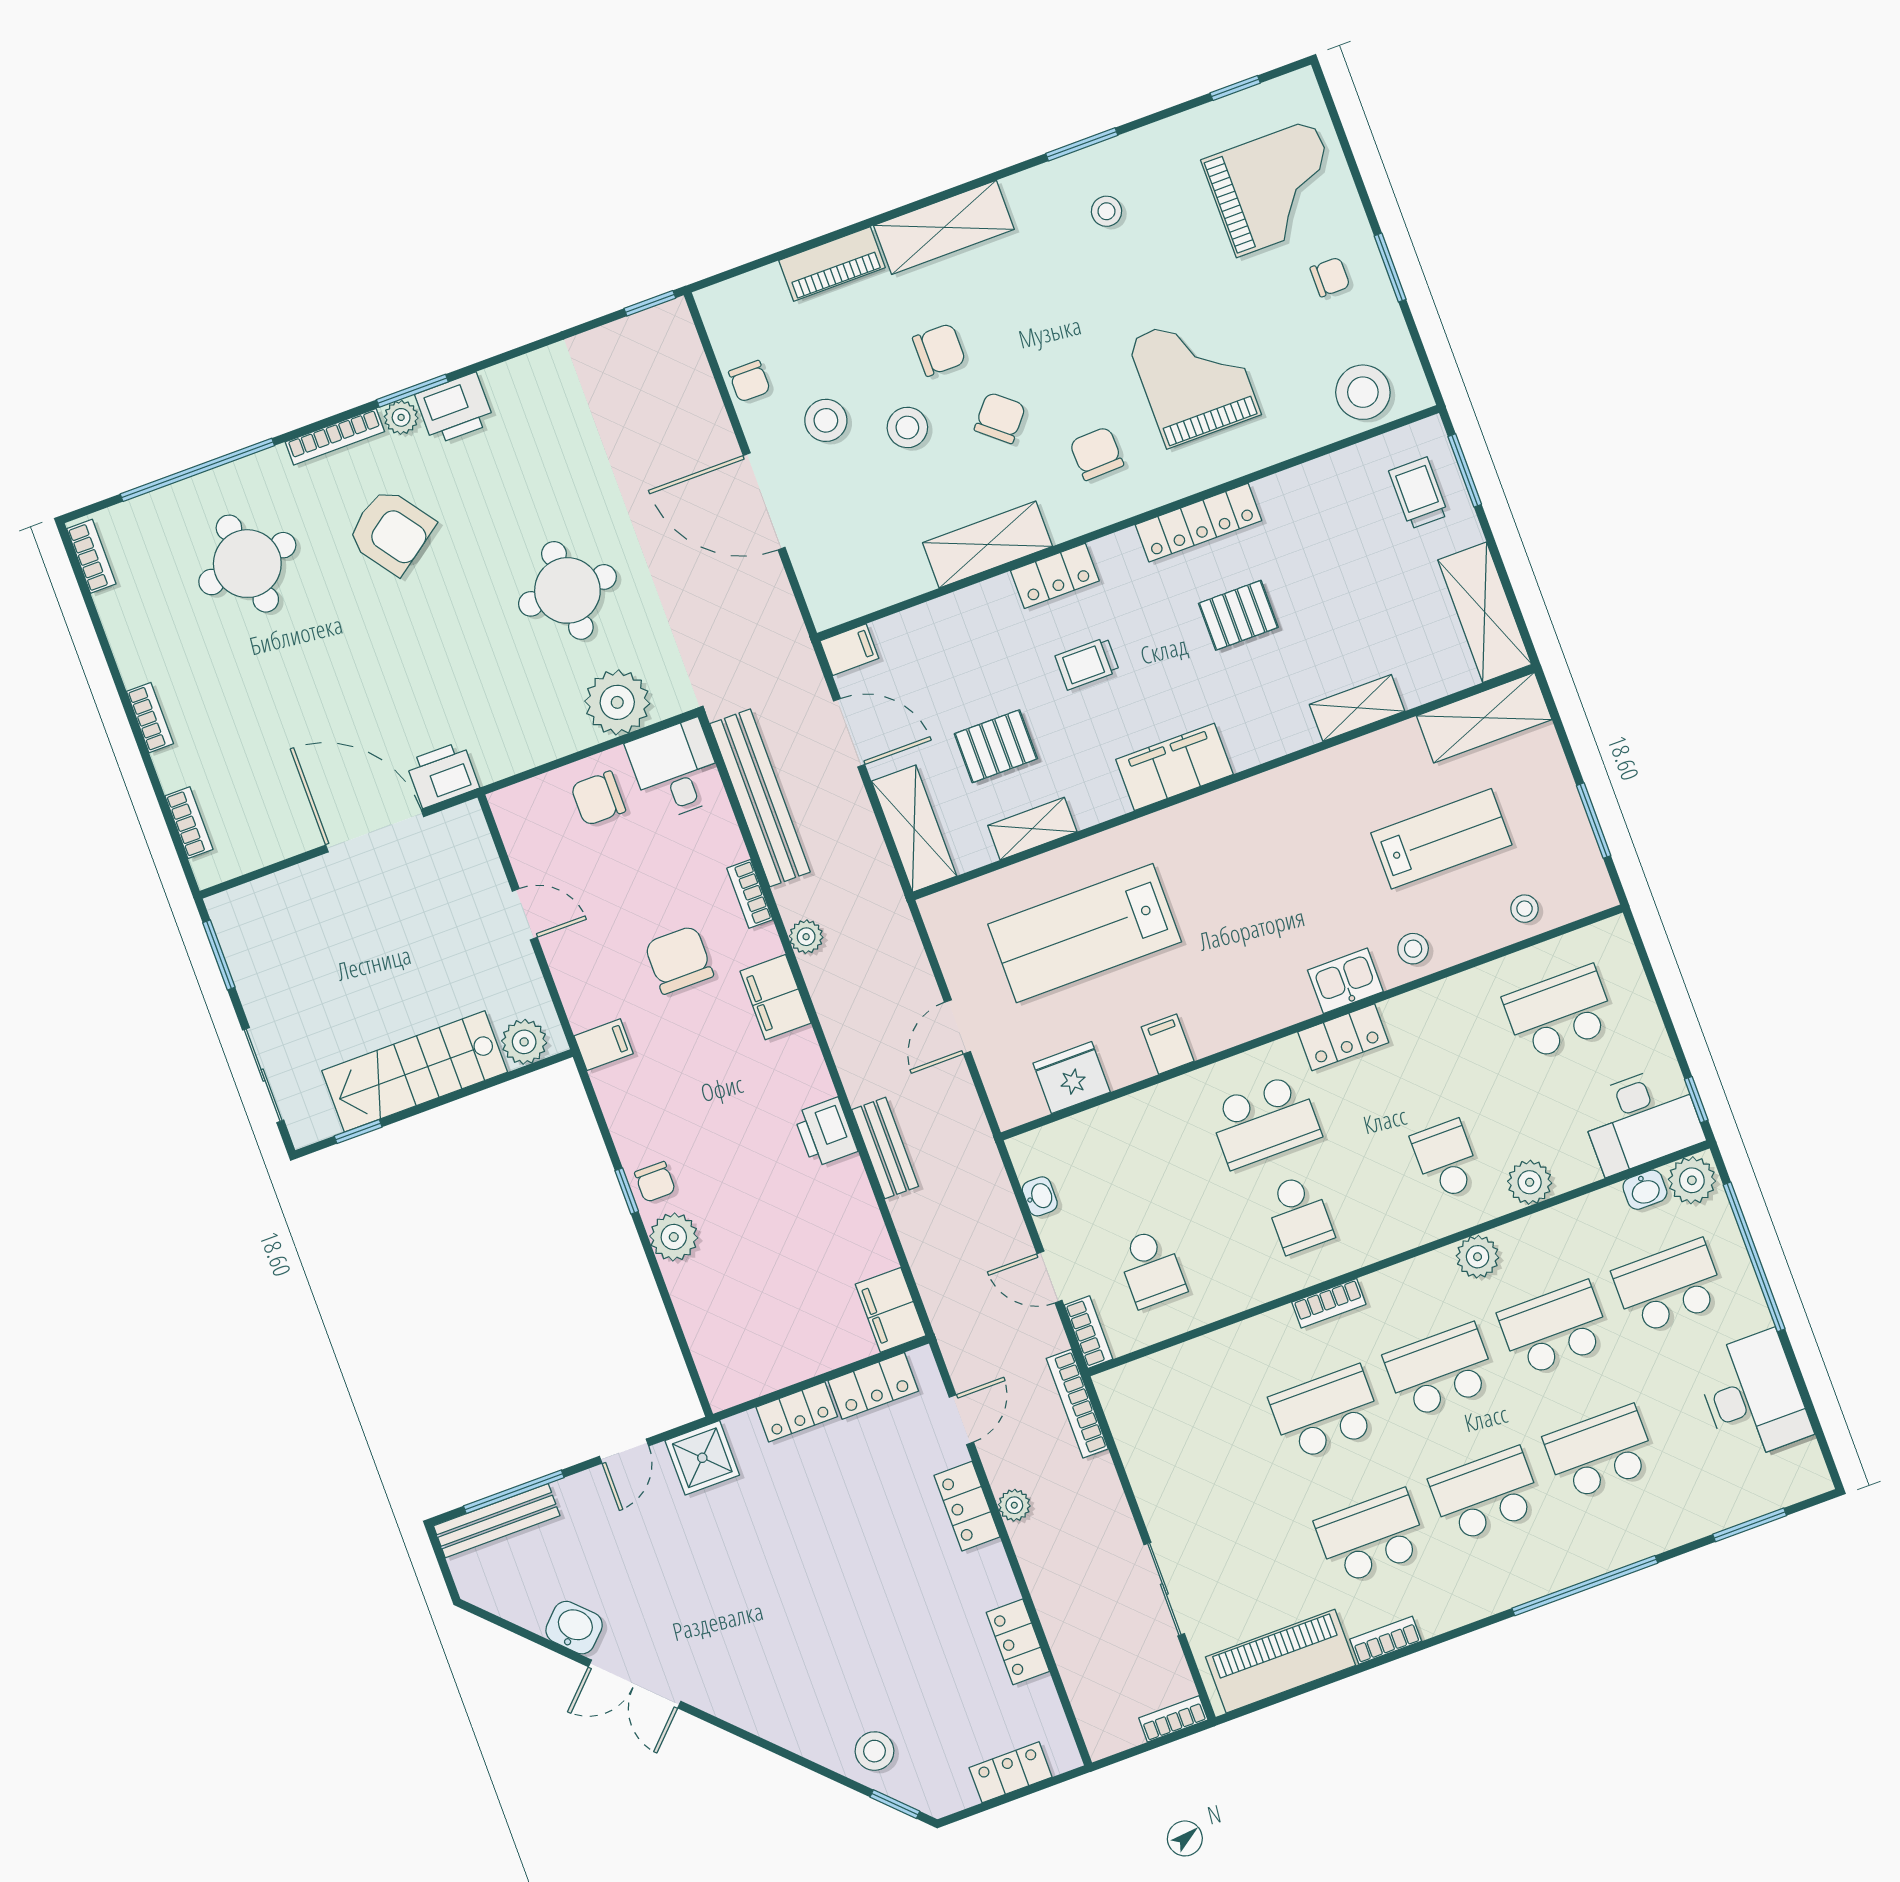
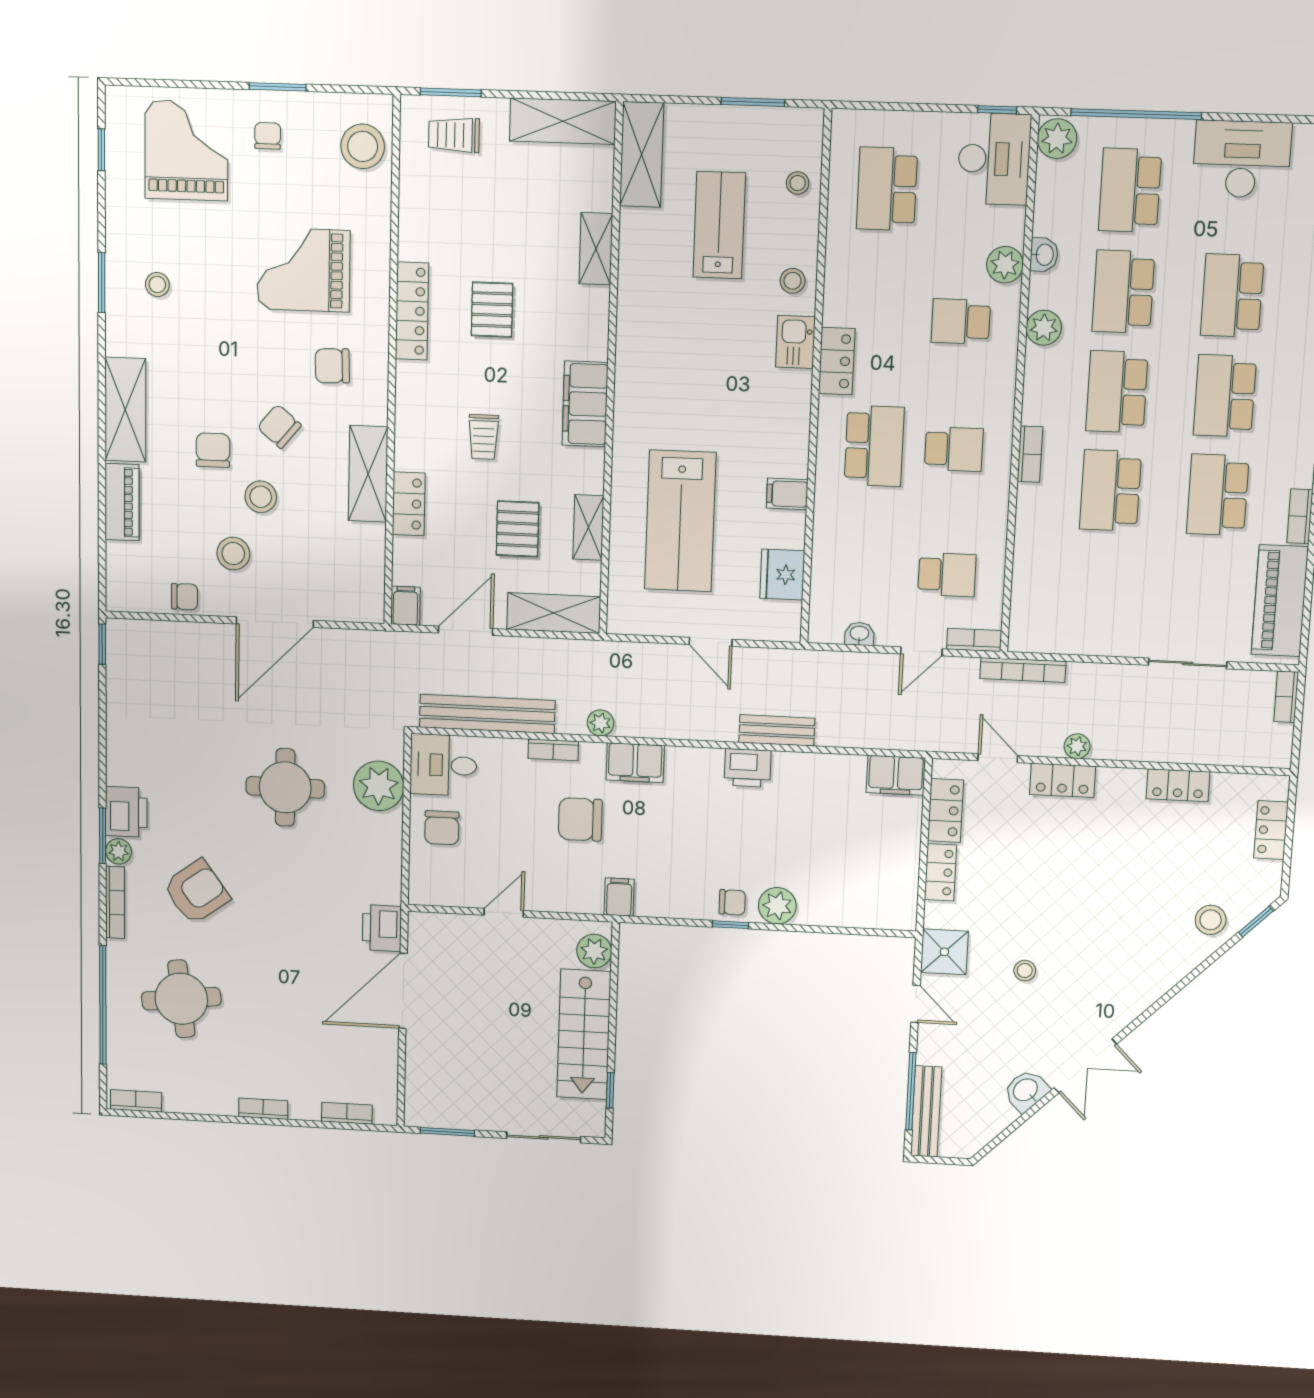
locker: (1055, 576) -> (409, 504), moved
washbasin: (1645, 1190) -> (1044, 255), moved
stool: (720, 1562) -> (1025, 971), added

